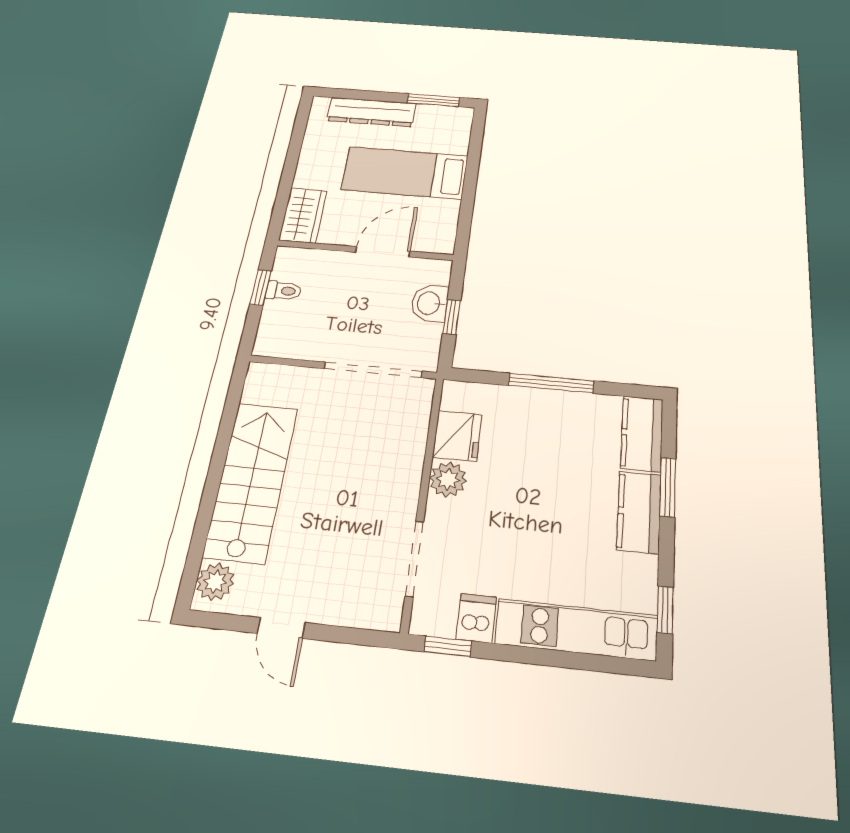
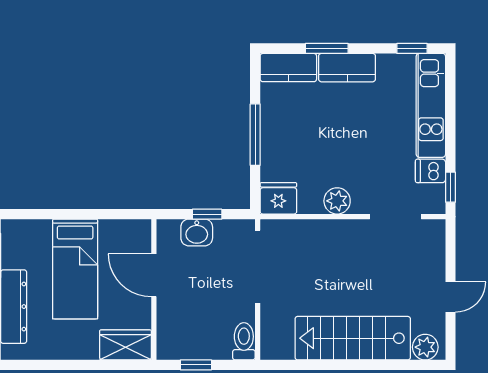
toilet: (283, 291) -> (244, 341), moved, width x1.37, depth x1.39
fridge: (457, 436) -> (278, 198), moved

